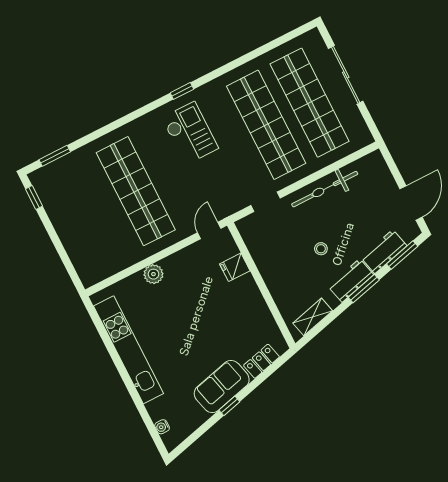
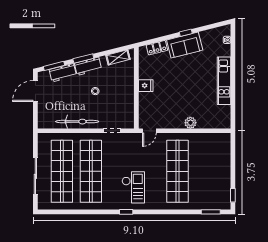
checkout: (190, 133) -> (133, 187), turned 180
fridge: (235, 267) -> (146, 86), moved
kitchen unit: (129, 350) -> (224, 81), width x0.73

